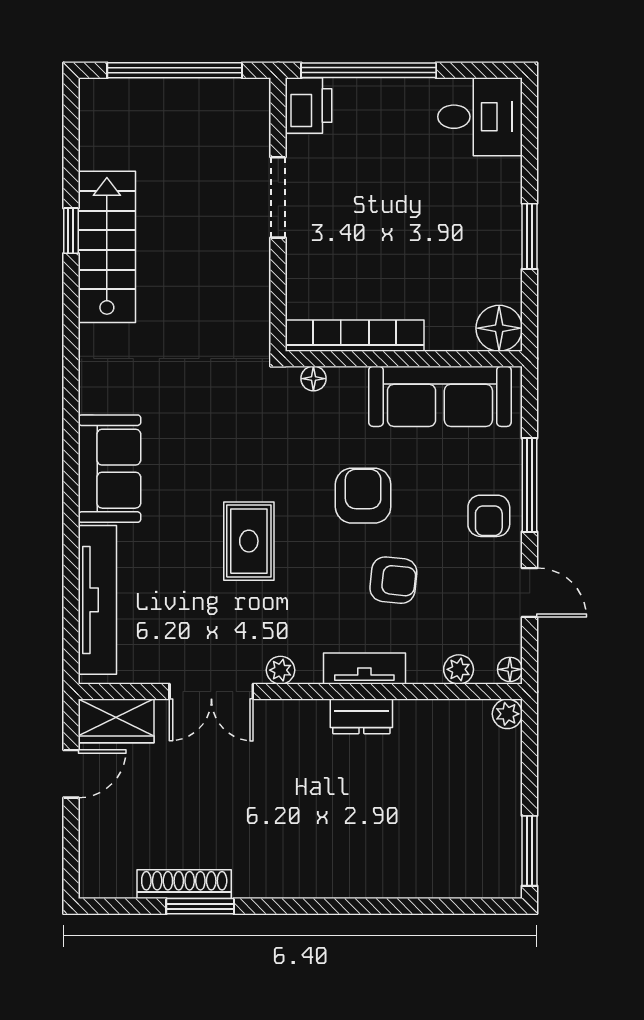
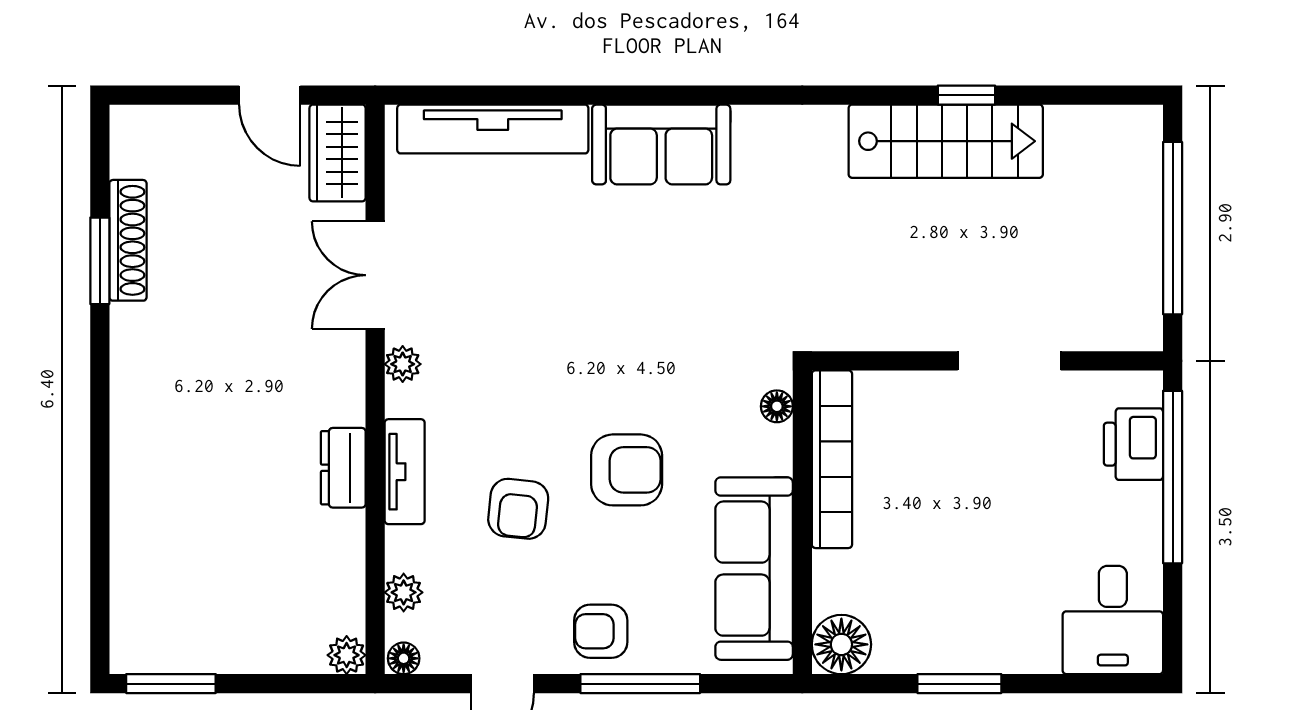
printer: (309, 106) -> (1133, 444), moved, turned 90
rug: (249, 541) -> (568, 323), removed

